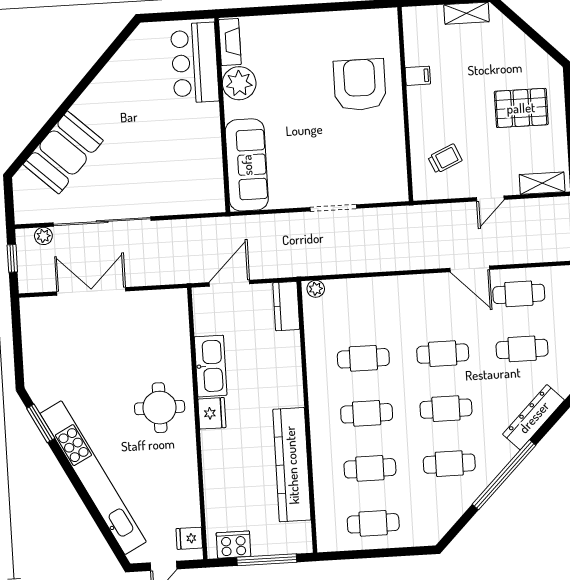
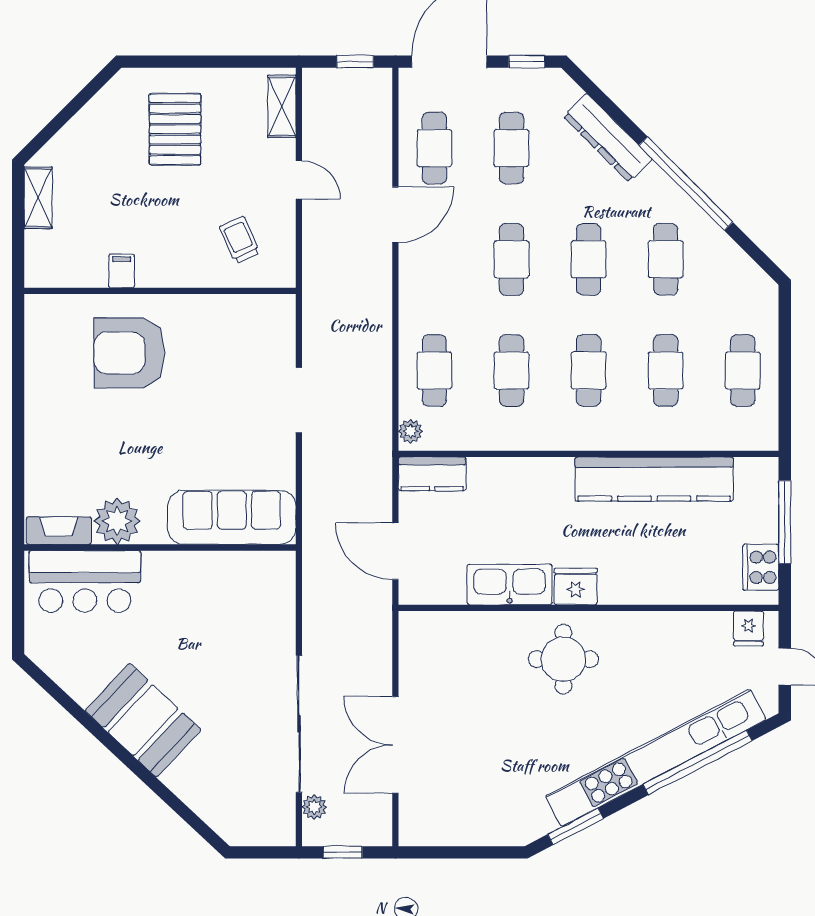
booth: (63, 152) -> (143, 720), moved
cafe table: (360, 303) -> (434, 370), added
window: (91, 508) -> (698, 763), added

